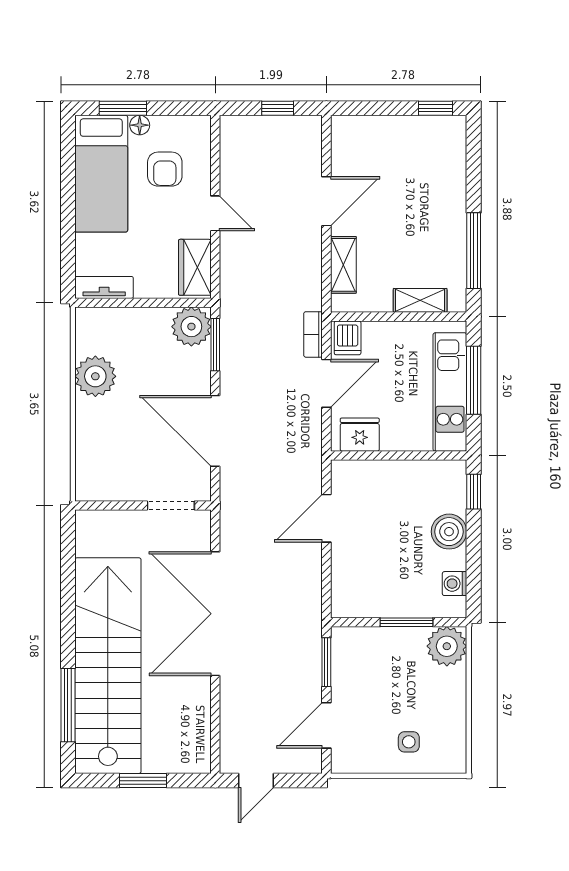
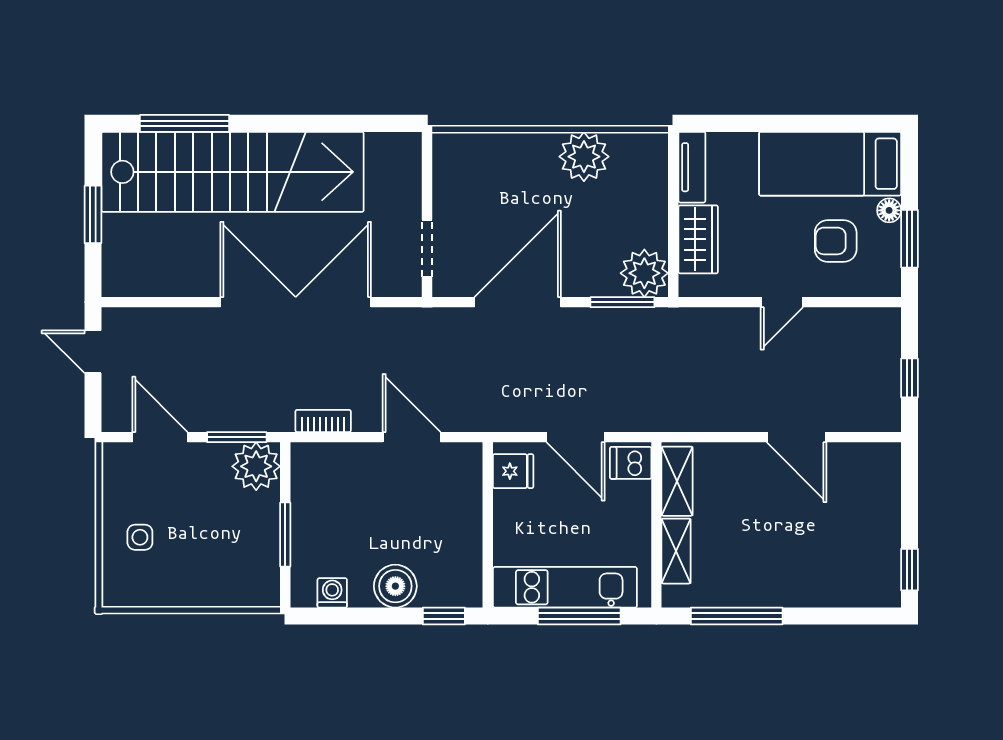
window: (123, 108) -> (910, 239), moved
shelving: (343, 265) -> (677, 481), moved, turned 90
wardrobe: (195, 267) -> (698, 239), moved, turned 90
bookcase: (313, 334) -> (323, 421), moved
fridge: (360, 435) -> (513, 471), width x0.72
plant: (447, 646) -> (256, 466), moved

